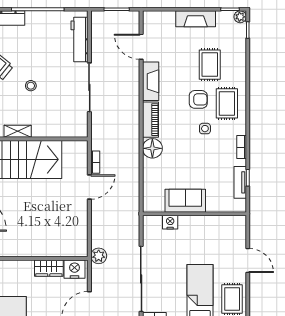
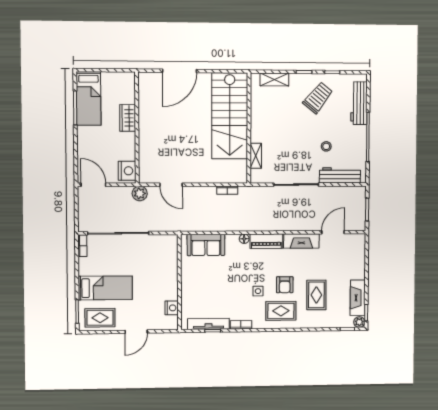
fireplace: (196, 19) -> (358, 298), moved
rug: (210, 65) -> (316, 295), turned 90
stool: (31, 86) -> (326, 146), moved
shelving: (18, 131) -> (256, 156), moved
floor lamp: (152, 148) -> (244, 239), width x0.53, depth x0.53
tv unit: (240, 182) -> (209, 324), width x1.41
door: (89, 187) -> (171, 185), moved
sofa: (185, 201) -> (206, 245), moved, turned 90
nightstand: (170, 222) -> (172, 308), moved
wardrobe: (49, 268) -> (128, 118), moved

